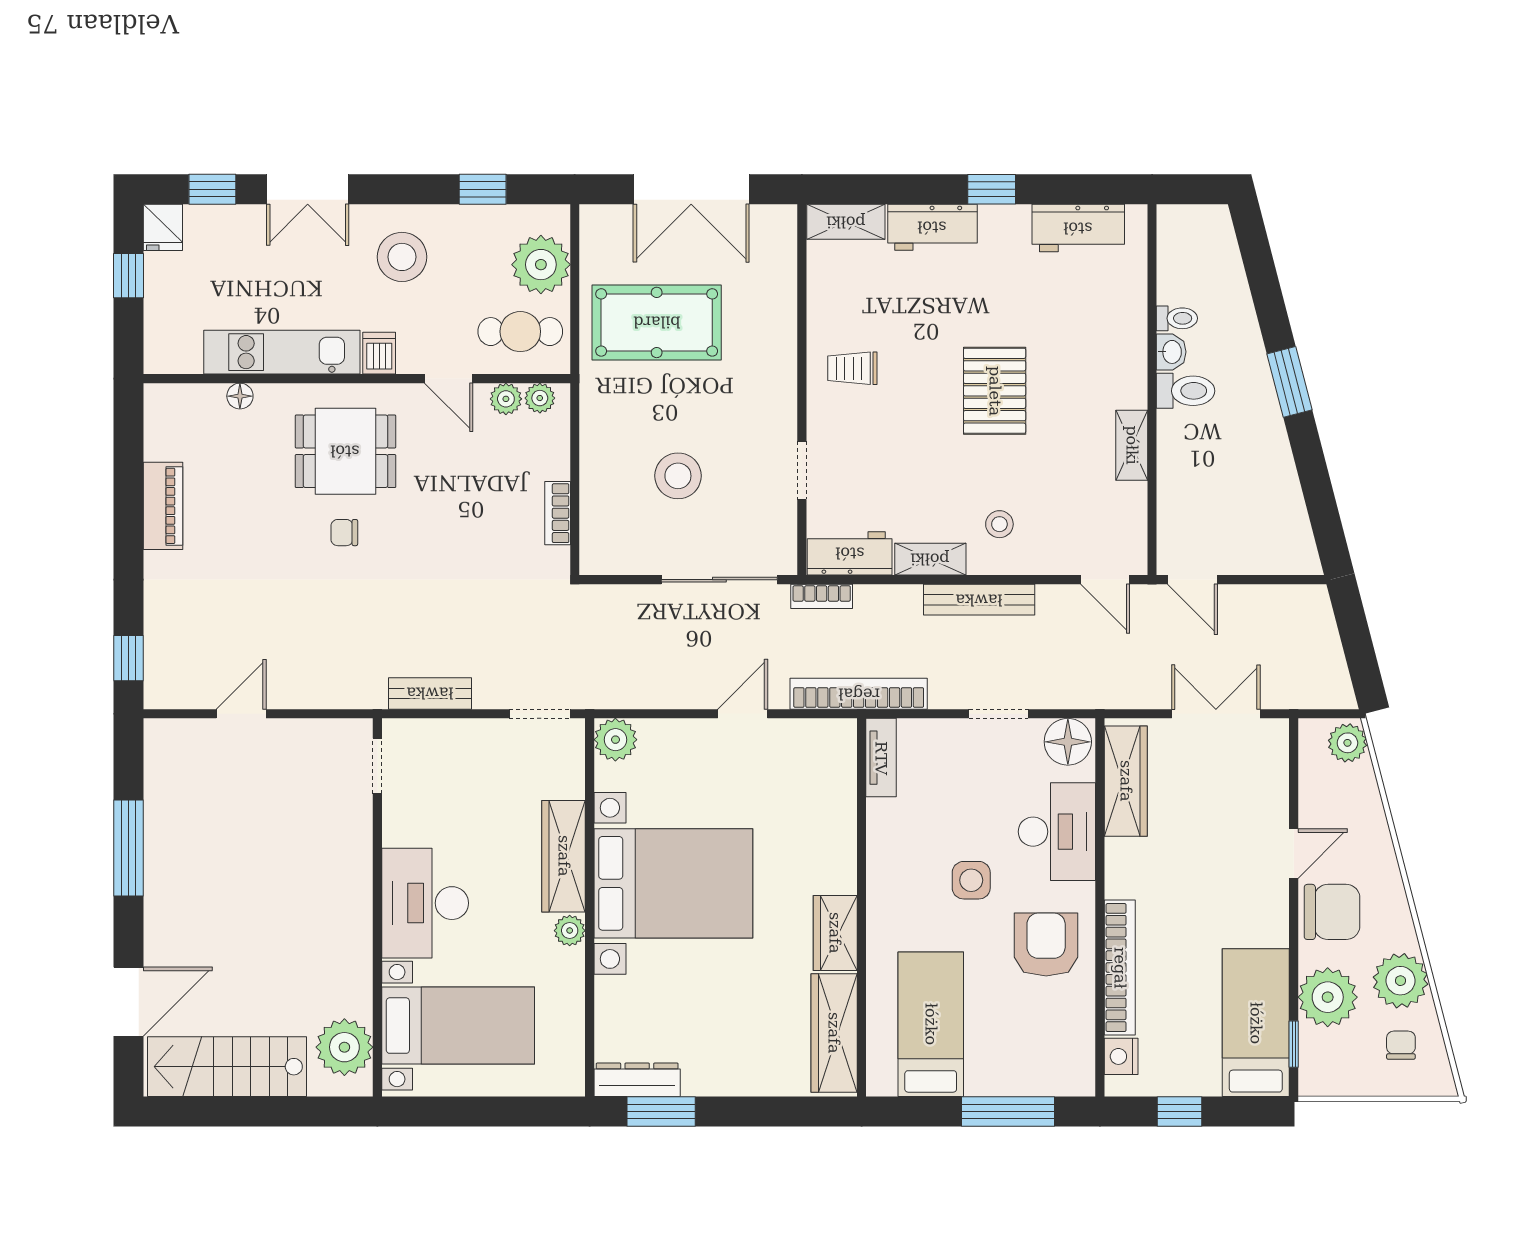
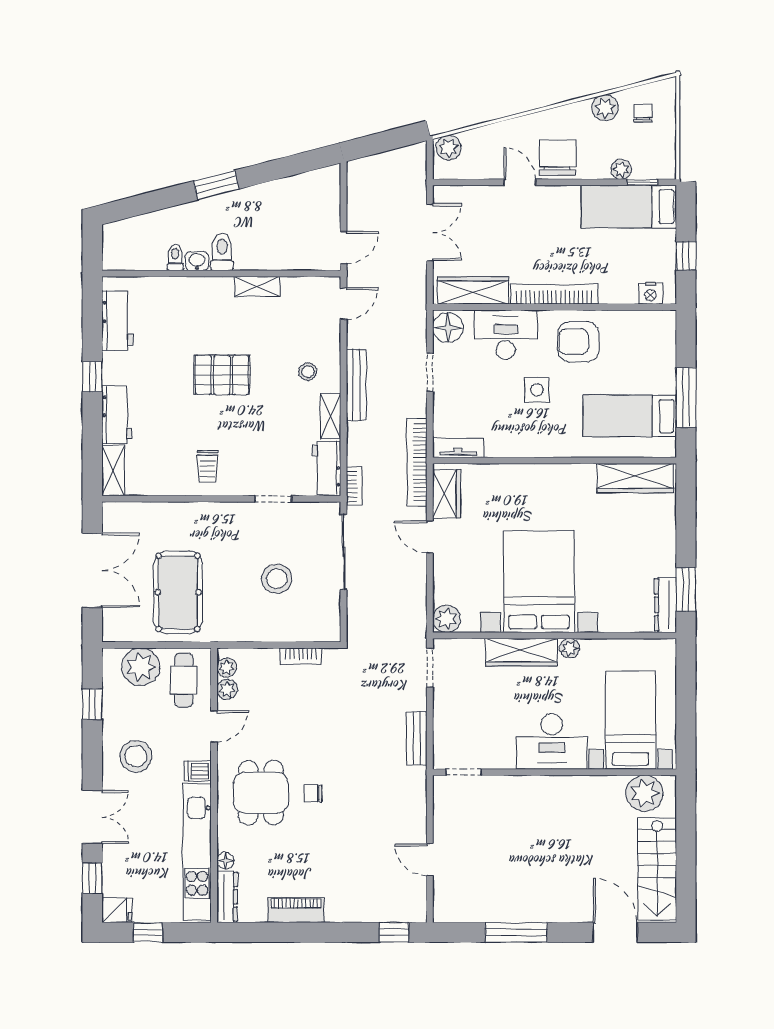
kitchen unit: (282, 352) -> (197, 852), width x1.36
dresser: (184, 399) -> (227, 897), added
chair: (344, 533) -> (313, 793), turned 90
double door: (1216, 714) -> (430, 232), swing flipped
wardrobe: (835, 933) -> (447, 494), moved, turned -90
bookcase: (1120, 968) -> (554, 294), moved
plant: (1401, 981) -> (605, 108), width x0.73, depth x0.73
plant: (1328, 997) -> (621, 169), width x0.53, depth x0.53
chair: (1401, 1045) -> (643, 113), turned 90
window: (1008, 1112) -> (686, 398), moved

